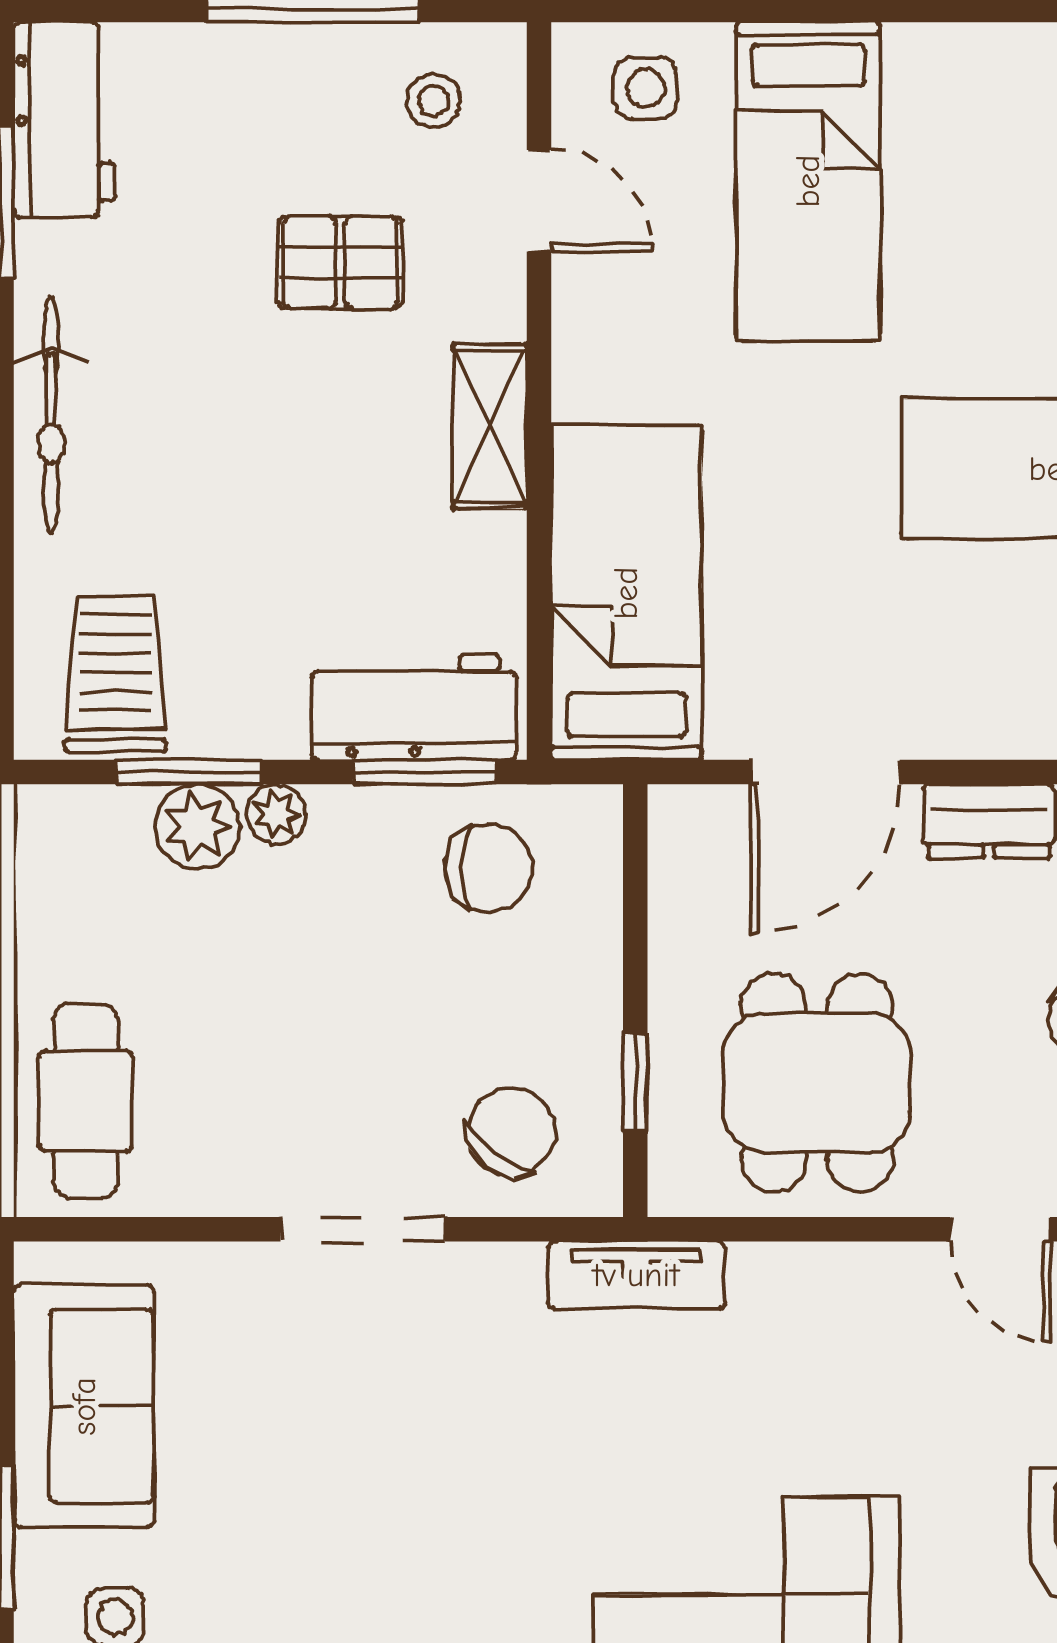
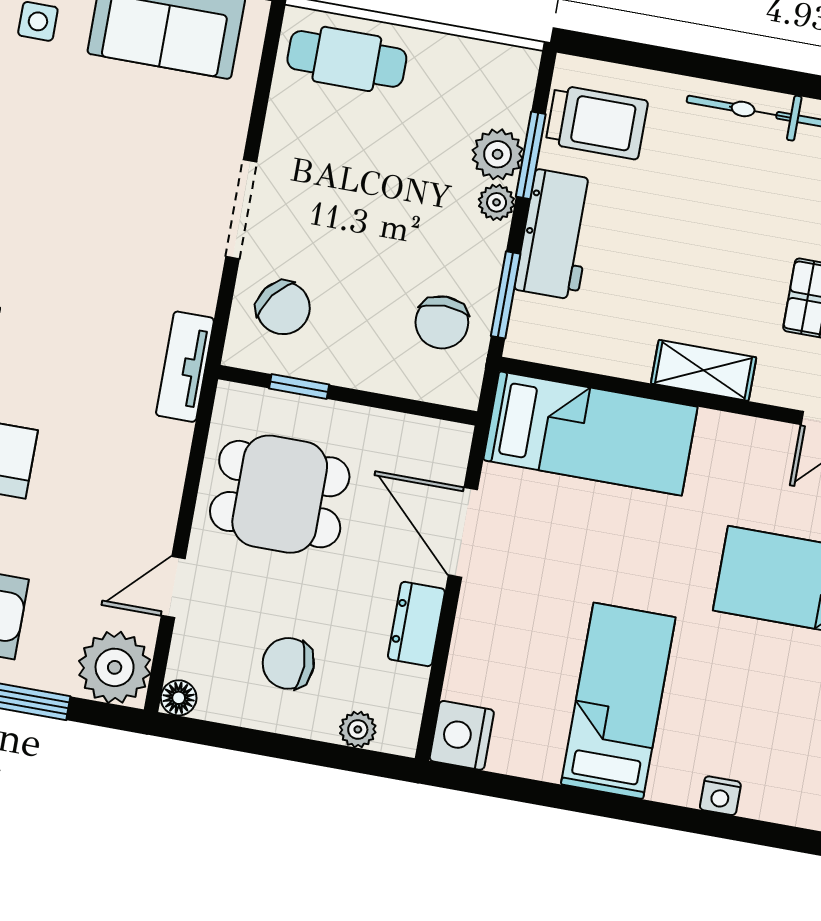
workbench: (414, 707) -> (556, 235), moved

